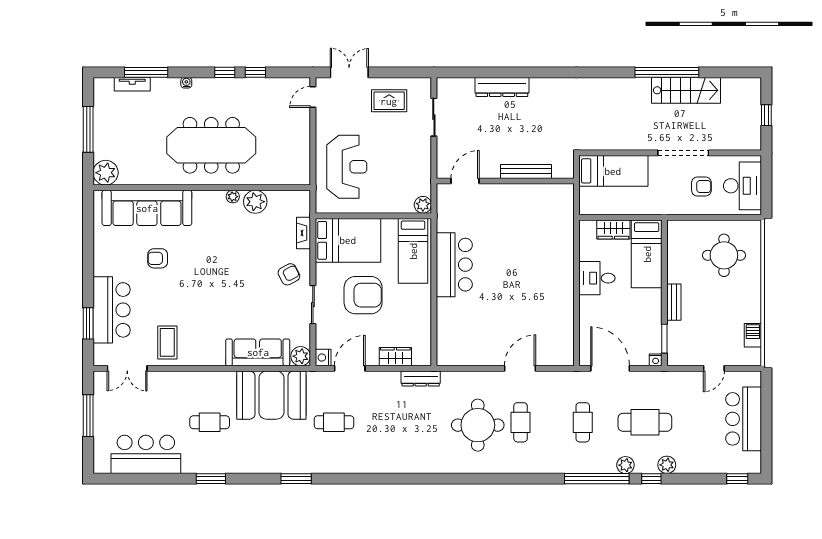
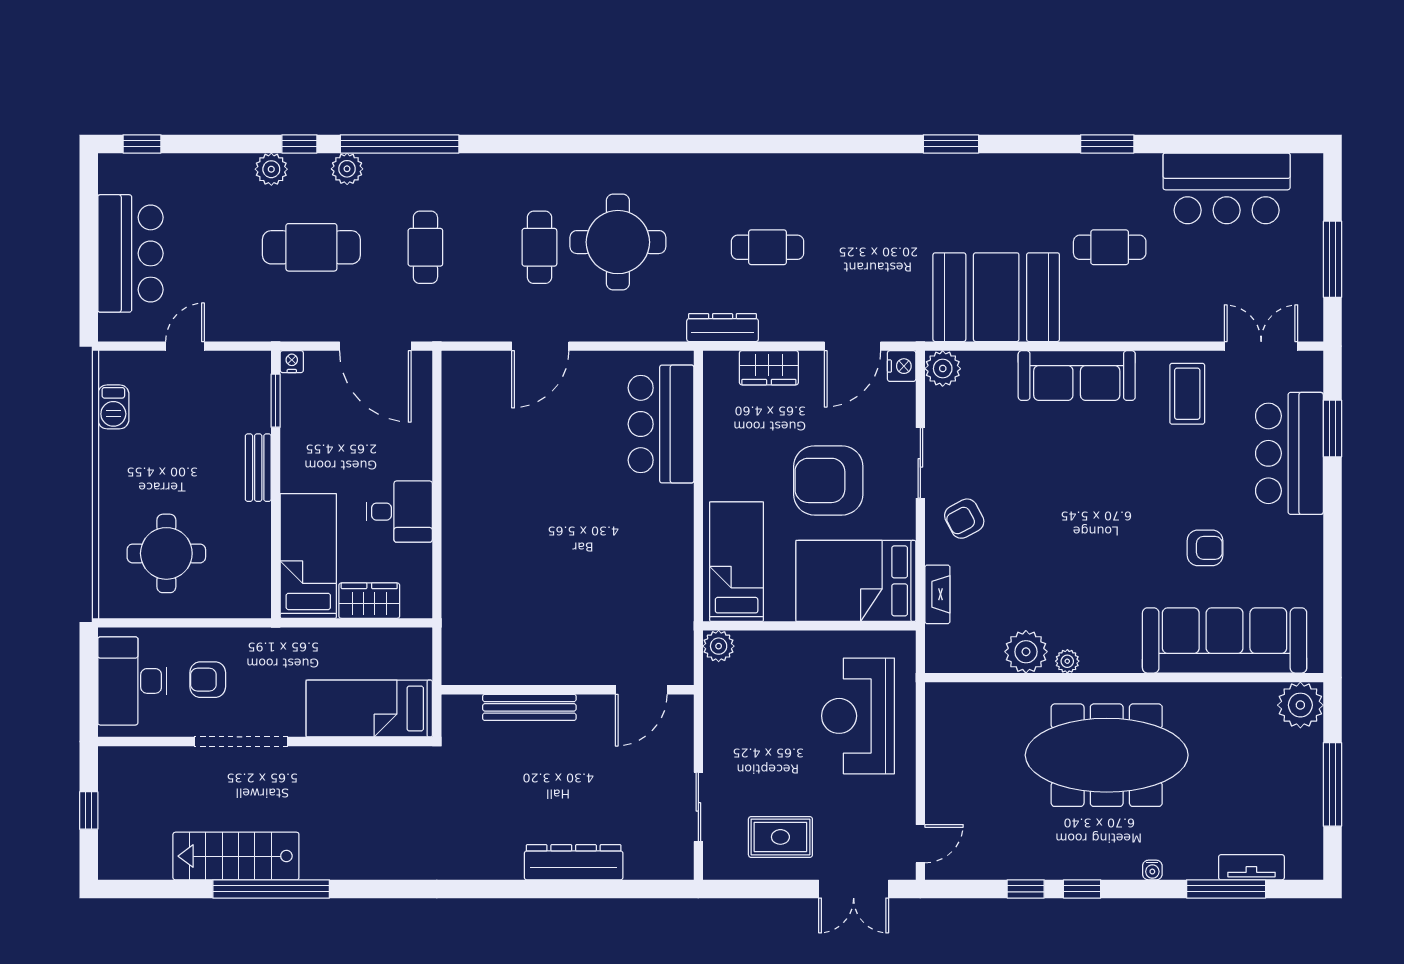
bar counter: (454, 265) -> (661, 424), moved
sofa: (258, 352) -> (1077, 376), moved
cafe table: (334, 422) -> (768, 247), moved

